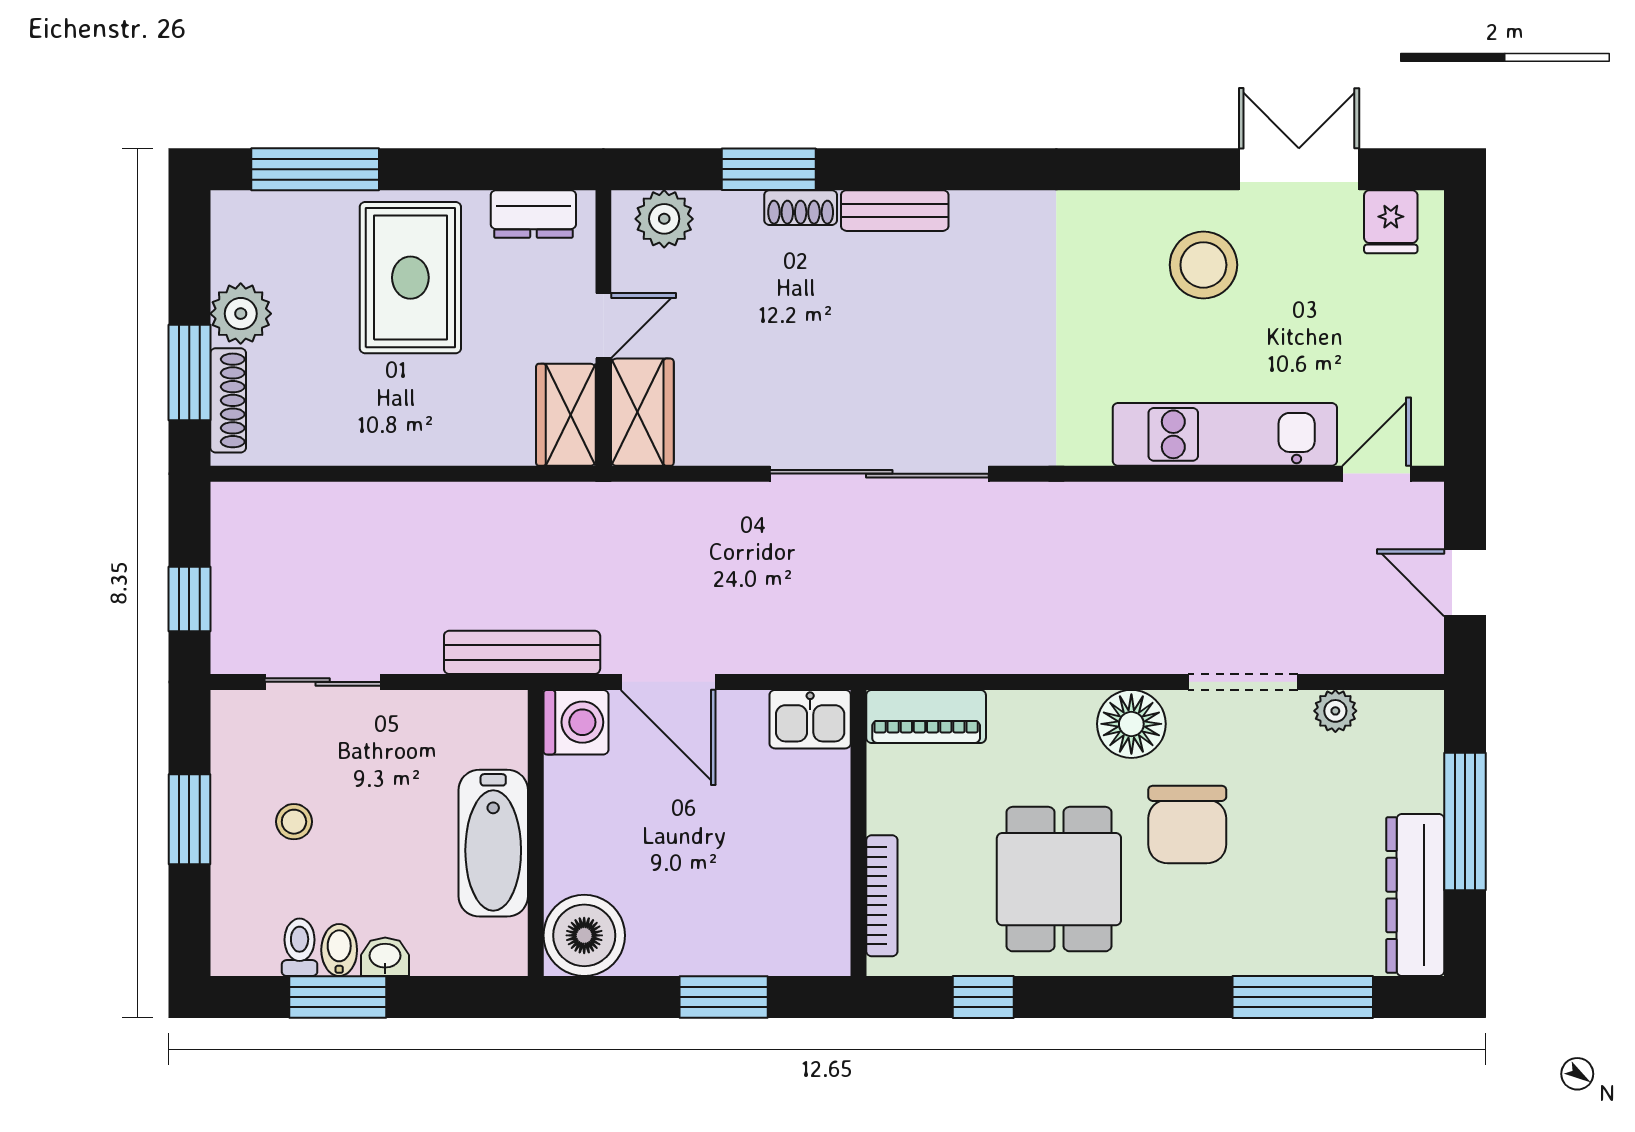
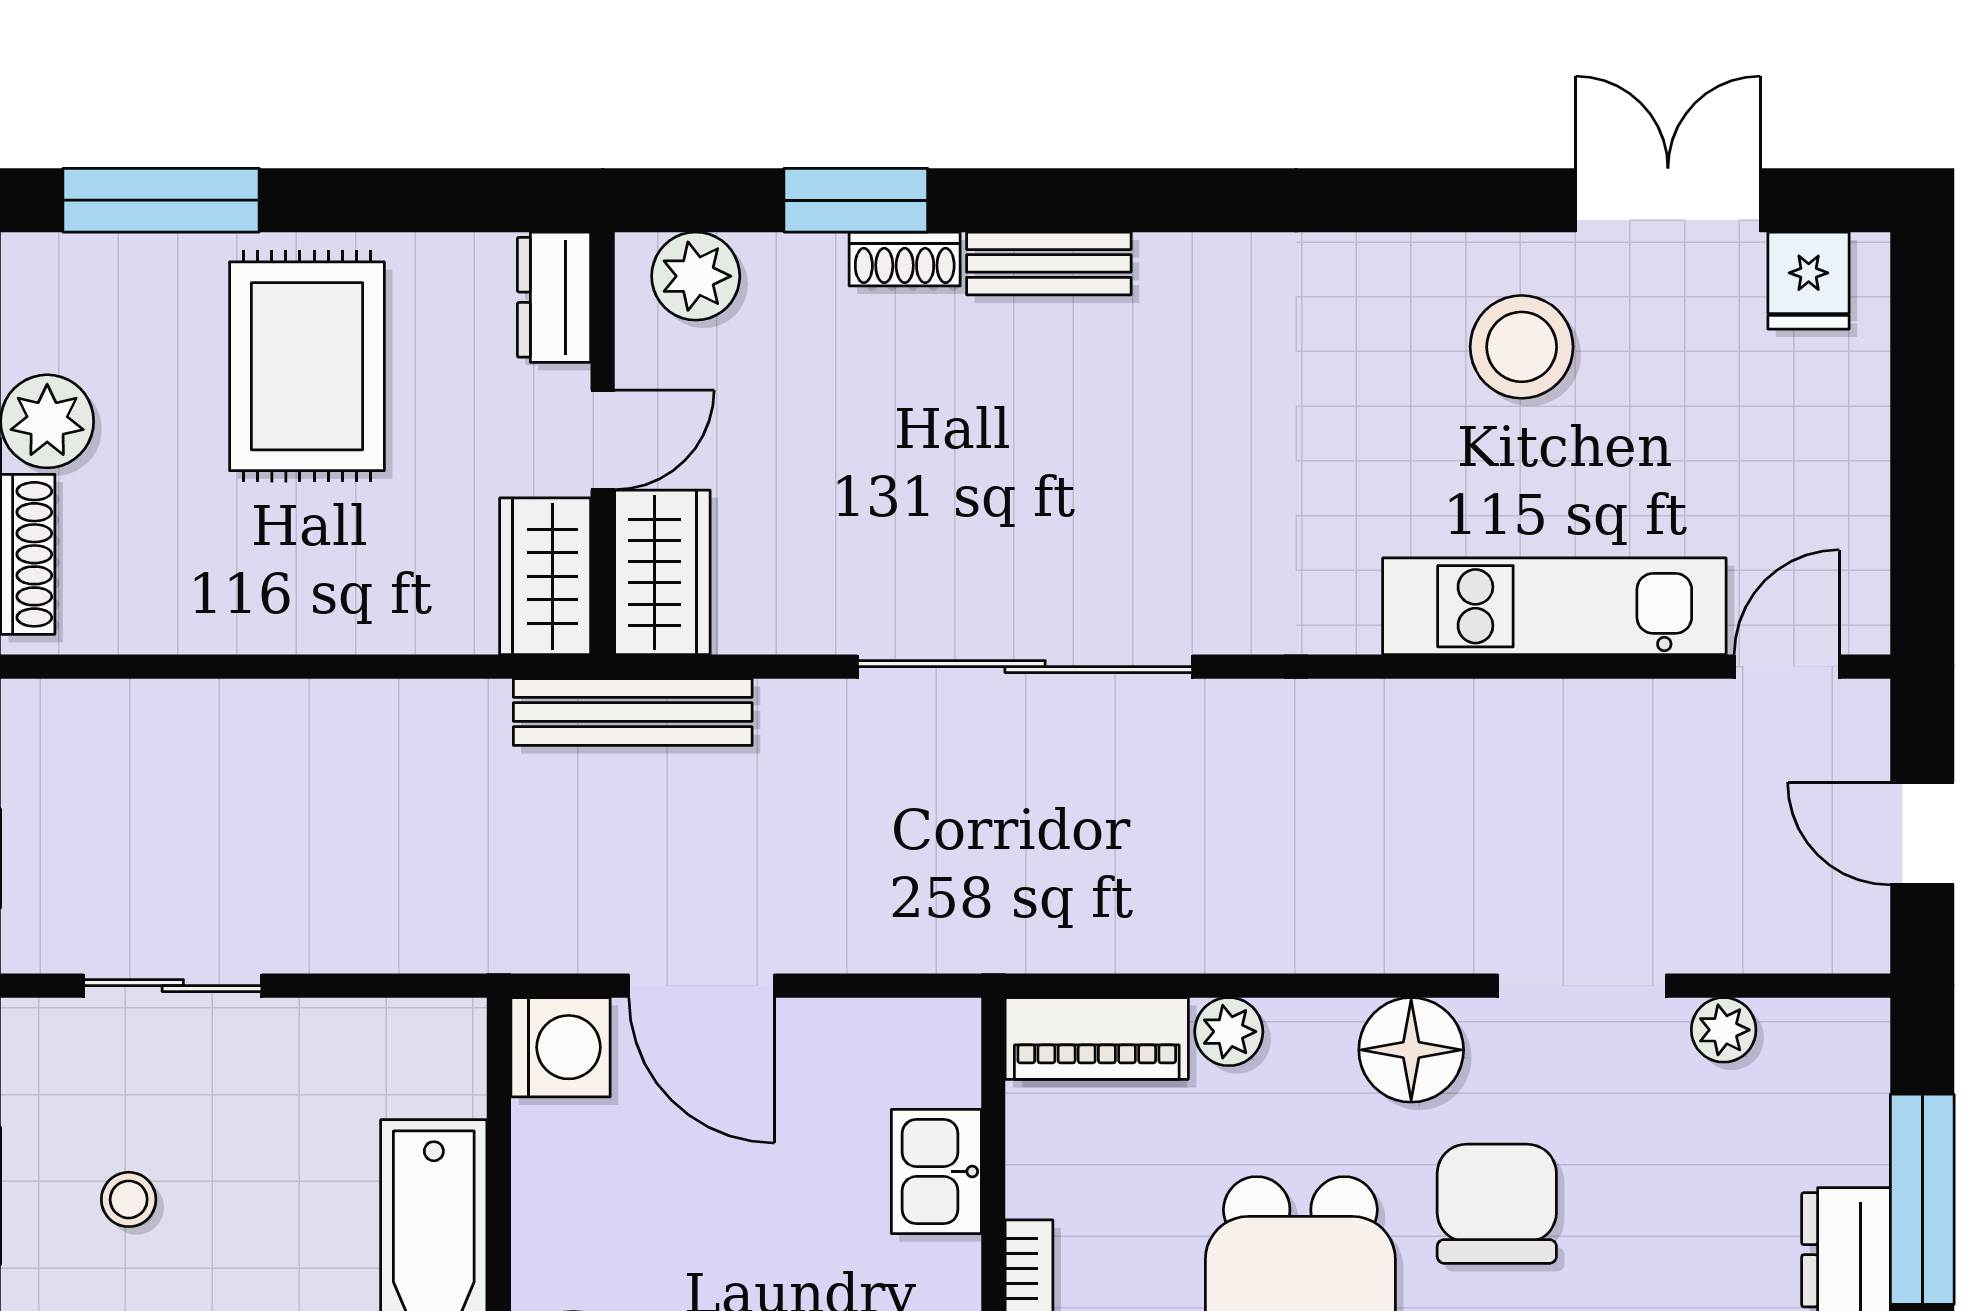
dresser: (533, 214) -> (554, 297), moved, turned 90
bench: (522, 652) -> (633, 712), moved
plant: (1012, 712) -> (1229, 1032), added
kitchen sink: (810, 719) -> (936, 1172), moved, turned 90
chair: (1187, 824) -> (1497, 1204), turned 180

